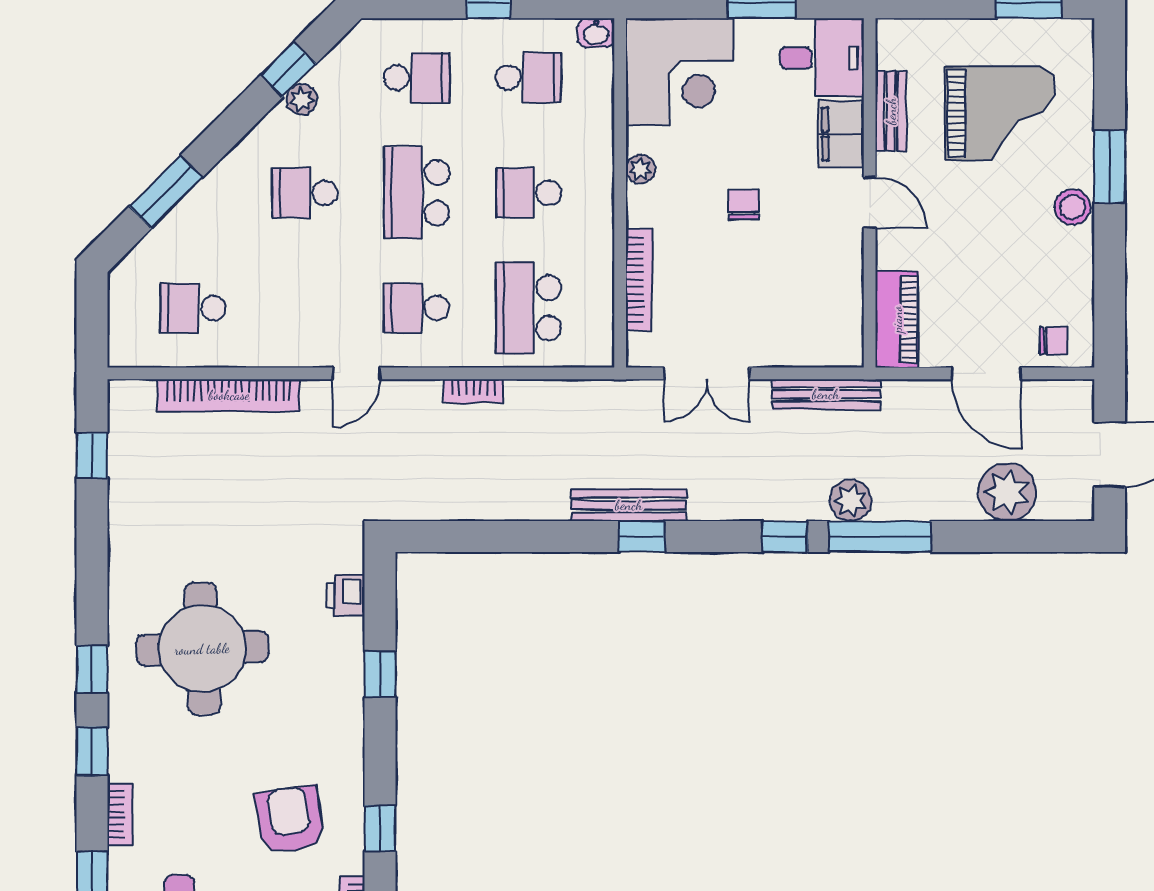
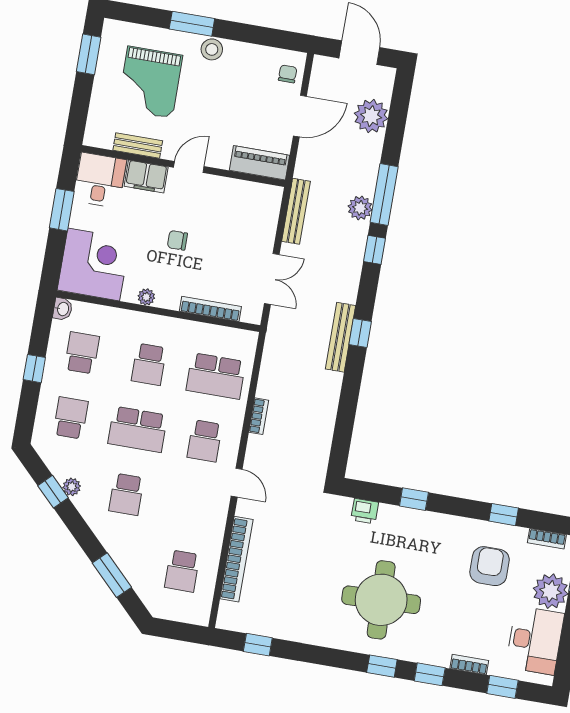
grand piano: (1000, 113) -> (150, 82), turned 180
armchair: (290, 820) -> (490, 566), turned 99

